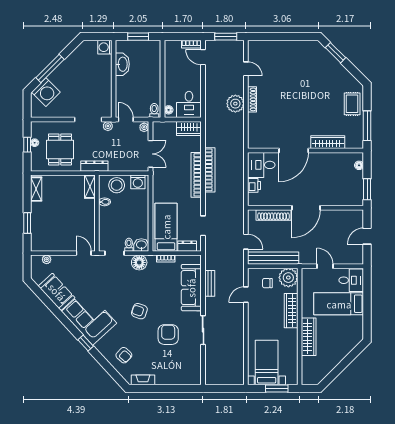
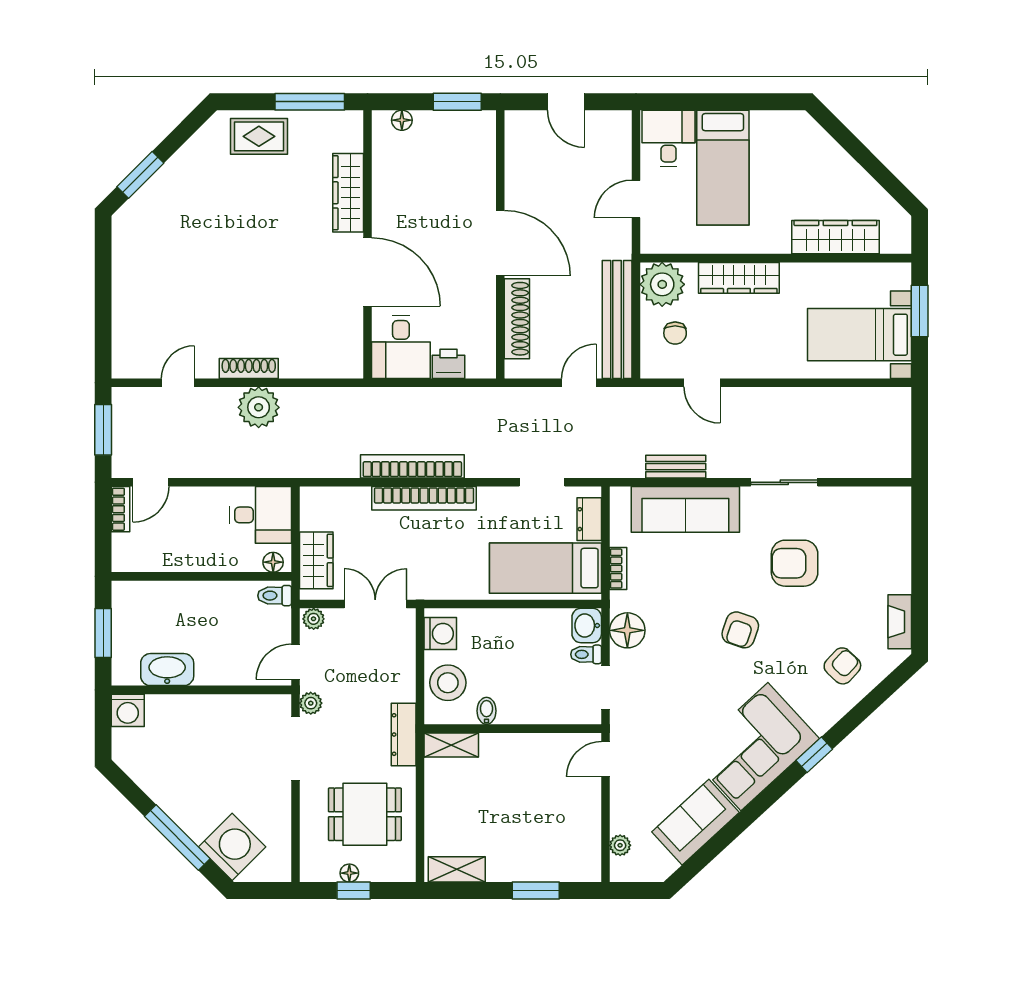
wardrobe: (189, 128) -> (316, 560), moved
wardrobe: (309, 337) -> (835, 237), moved

